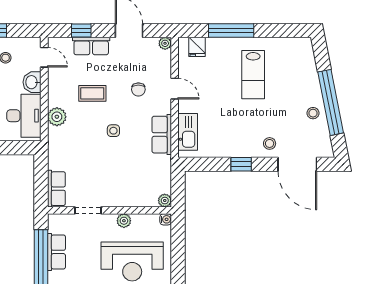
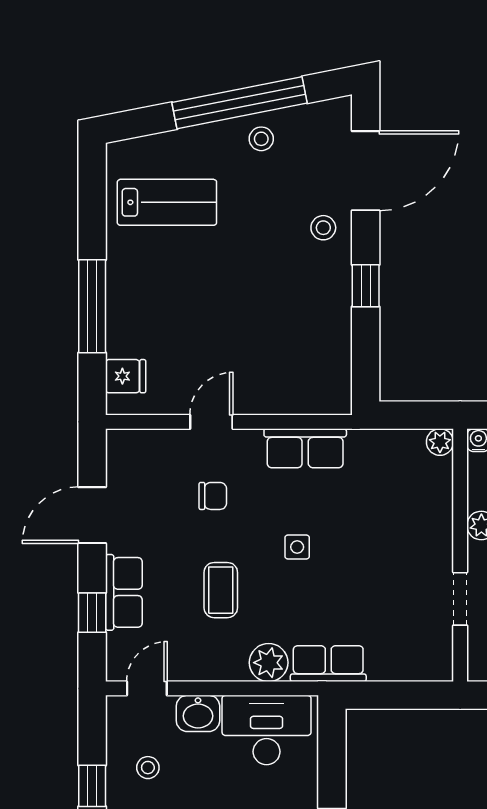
plant: (165, 43) -> (119, 441), removed
lab bench: (253, 75) -> (167, 202), moved
kitchen sink: (188, 132) -> (300, 395), removed
row of seats: (56, 189) -> (328, 664), moved

